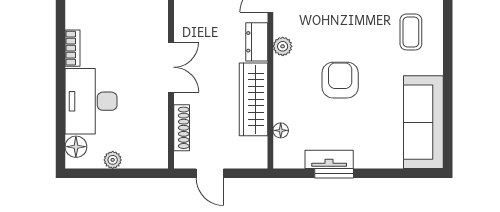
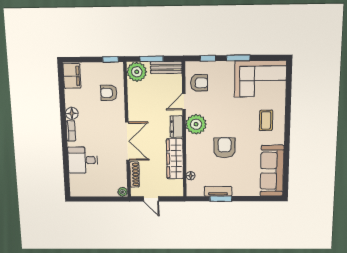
plant: (283, 46) -> (196, 124), width x1.88, depth x1.88
double door: (171, 67) -> (127, 141), width x1.37
desk: (91, 101) -> (83, 160), width x0.73
floor lamp: (76, 147) -> (72, 113), moved
plant: (113, 160) -> (123, 192), moved

